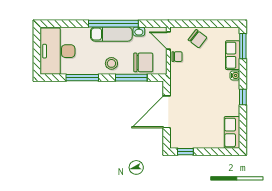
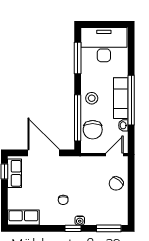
row of seats: (233, 55) -> (14, 173), moved, turned 90
chair: (177, 57) -> (63, 200), moved
window: (82, 78) -> (78, 58), moved
window: (131, 78) -> (78, 118), width x1.46
window: (243, 97) -> (73, 228), moved

